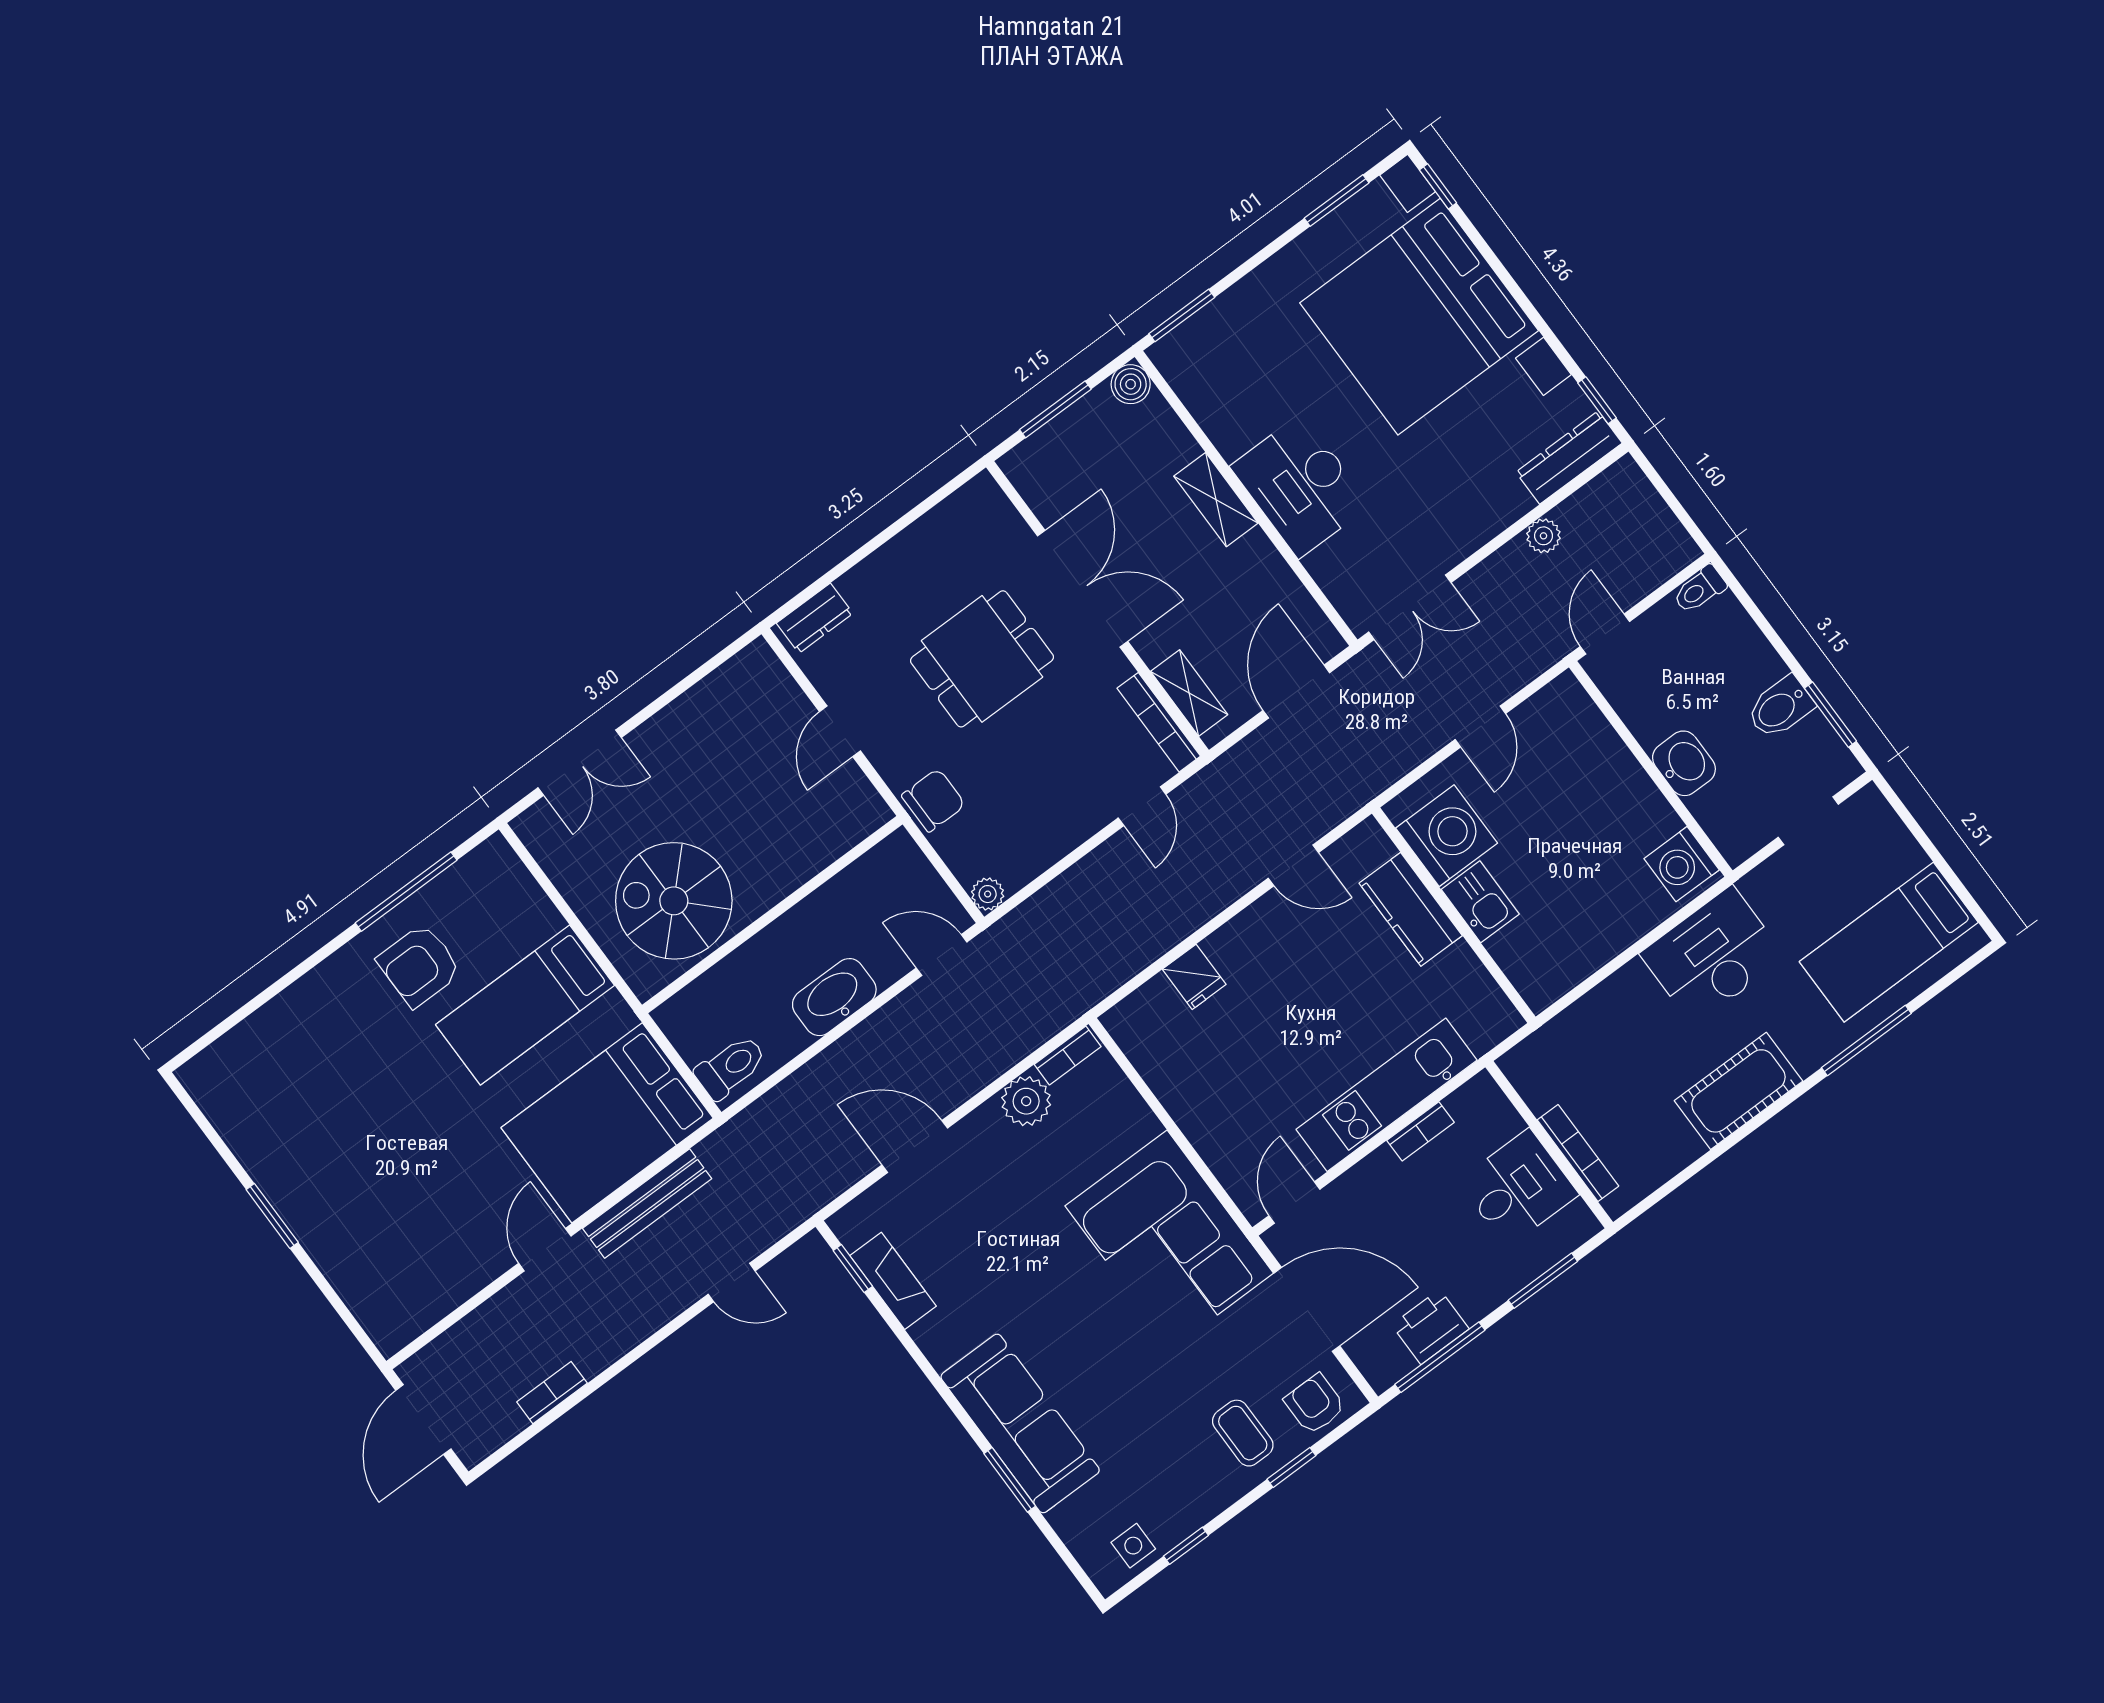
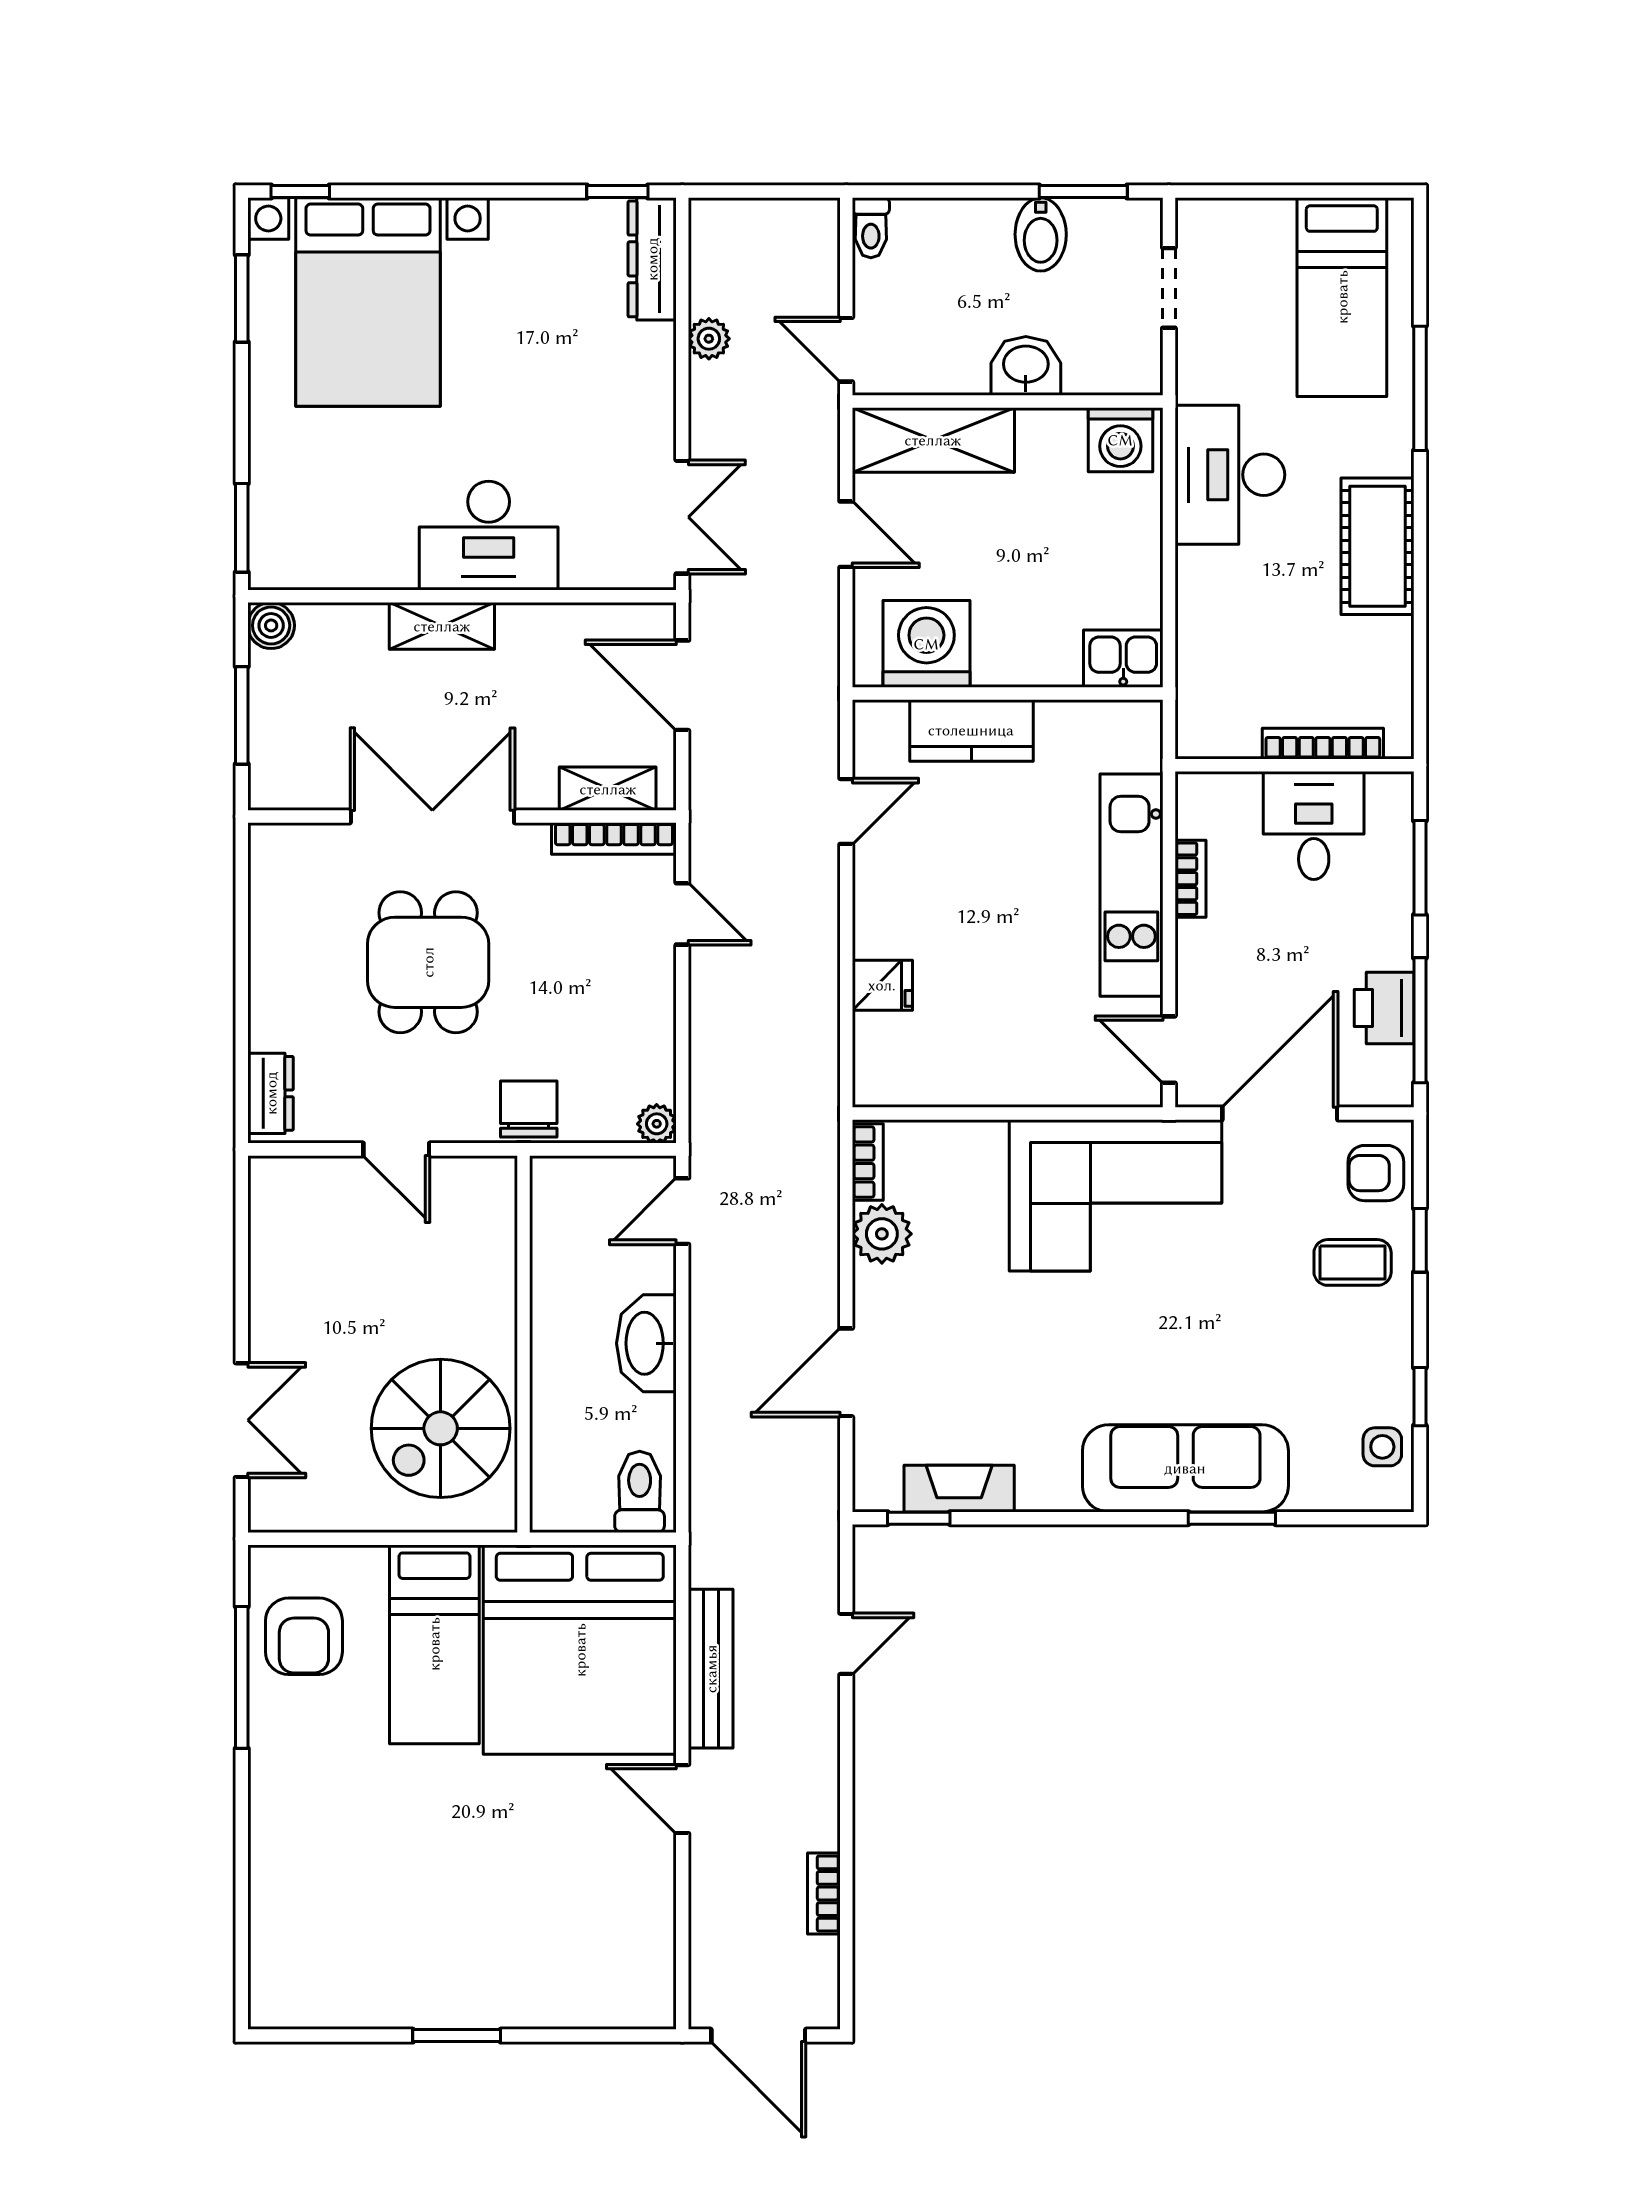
bed with nightstands: (1419, 317) -> (368, 302), width x0.73
shelving: (1588, 738) -> (933, 440), added
kitchen sink: (1480, 902) -> (1123, 659), moved
armchair: (419, 966) -> (304, 1636), moved
bed: (607, 1123) -> (580, 1650), width x1.36

